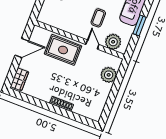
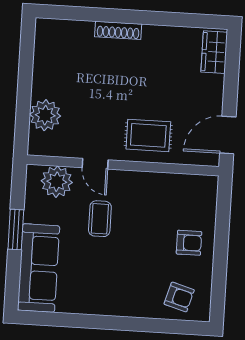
door: (22, 48) -> (228, 135), moved
rug: (63, 50) -> (148, 135), width x0.73, depth x0.70

